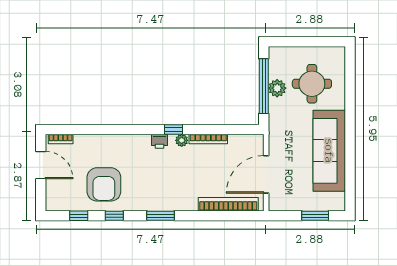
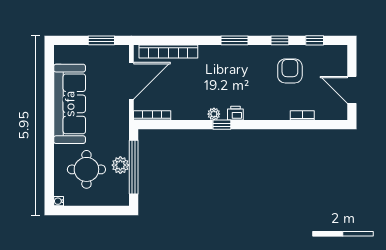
water cooler: (340, 51) -> (59, 201), added
bookcase: (61, 139) -> (302, 115), moved
bookcase: (208, 139) -> (152, 115), moved
armchair: (104, 184) -> (290, 71), width x0.73, depth x0.73
window: (315, 216) -> (101, 40), moved

